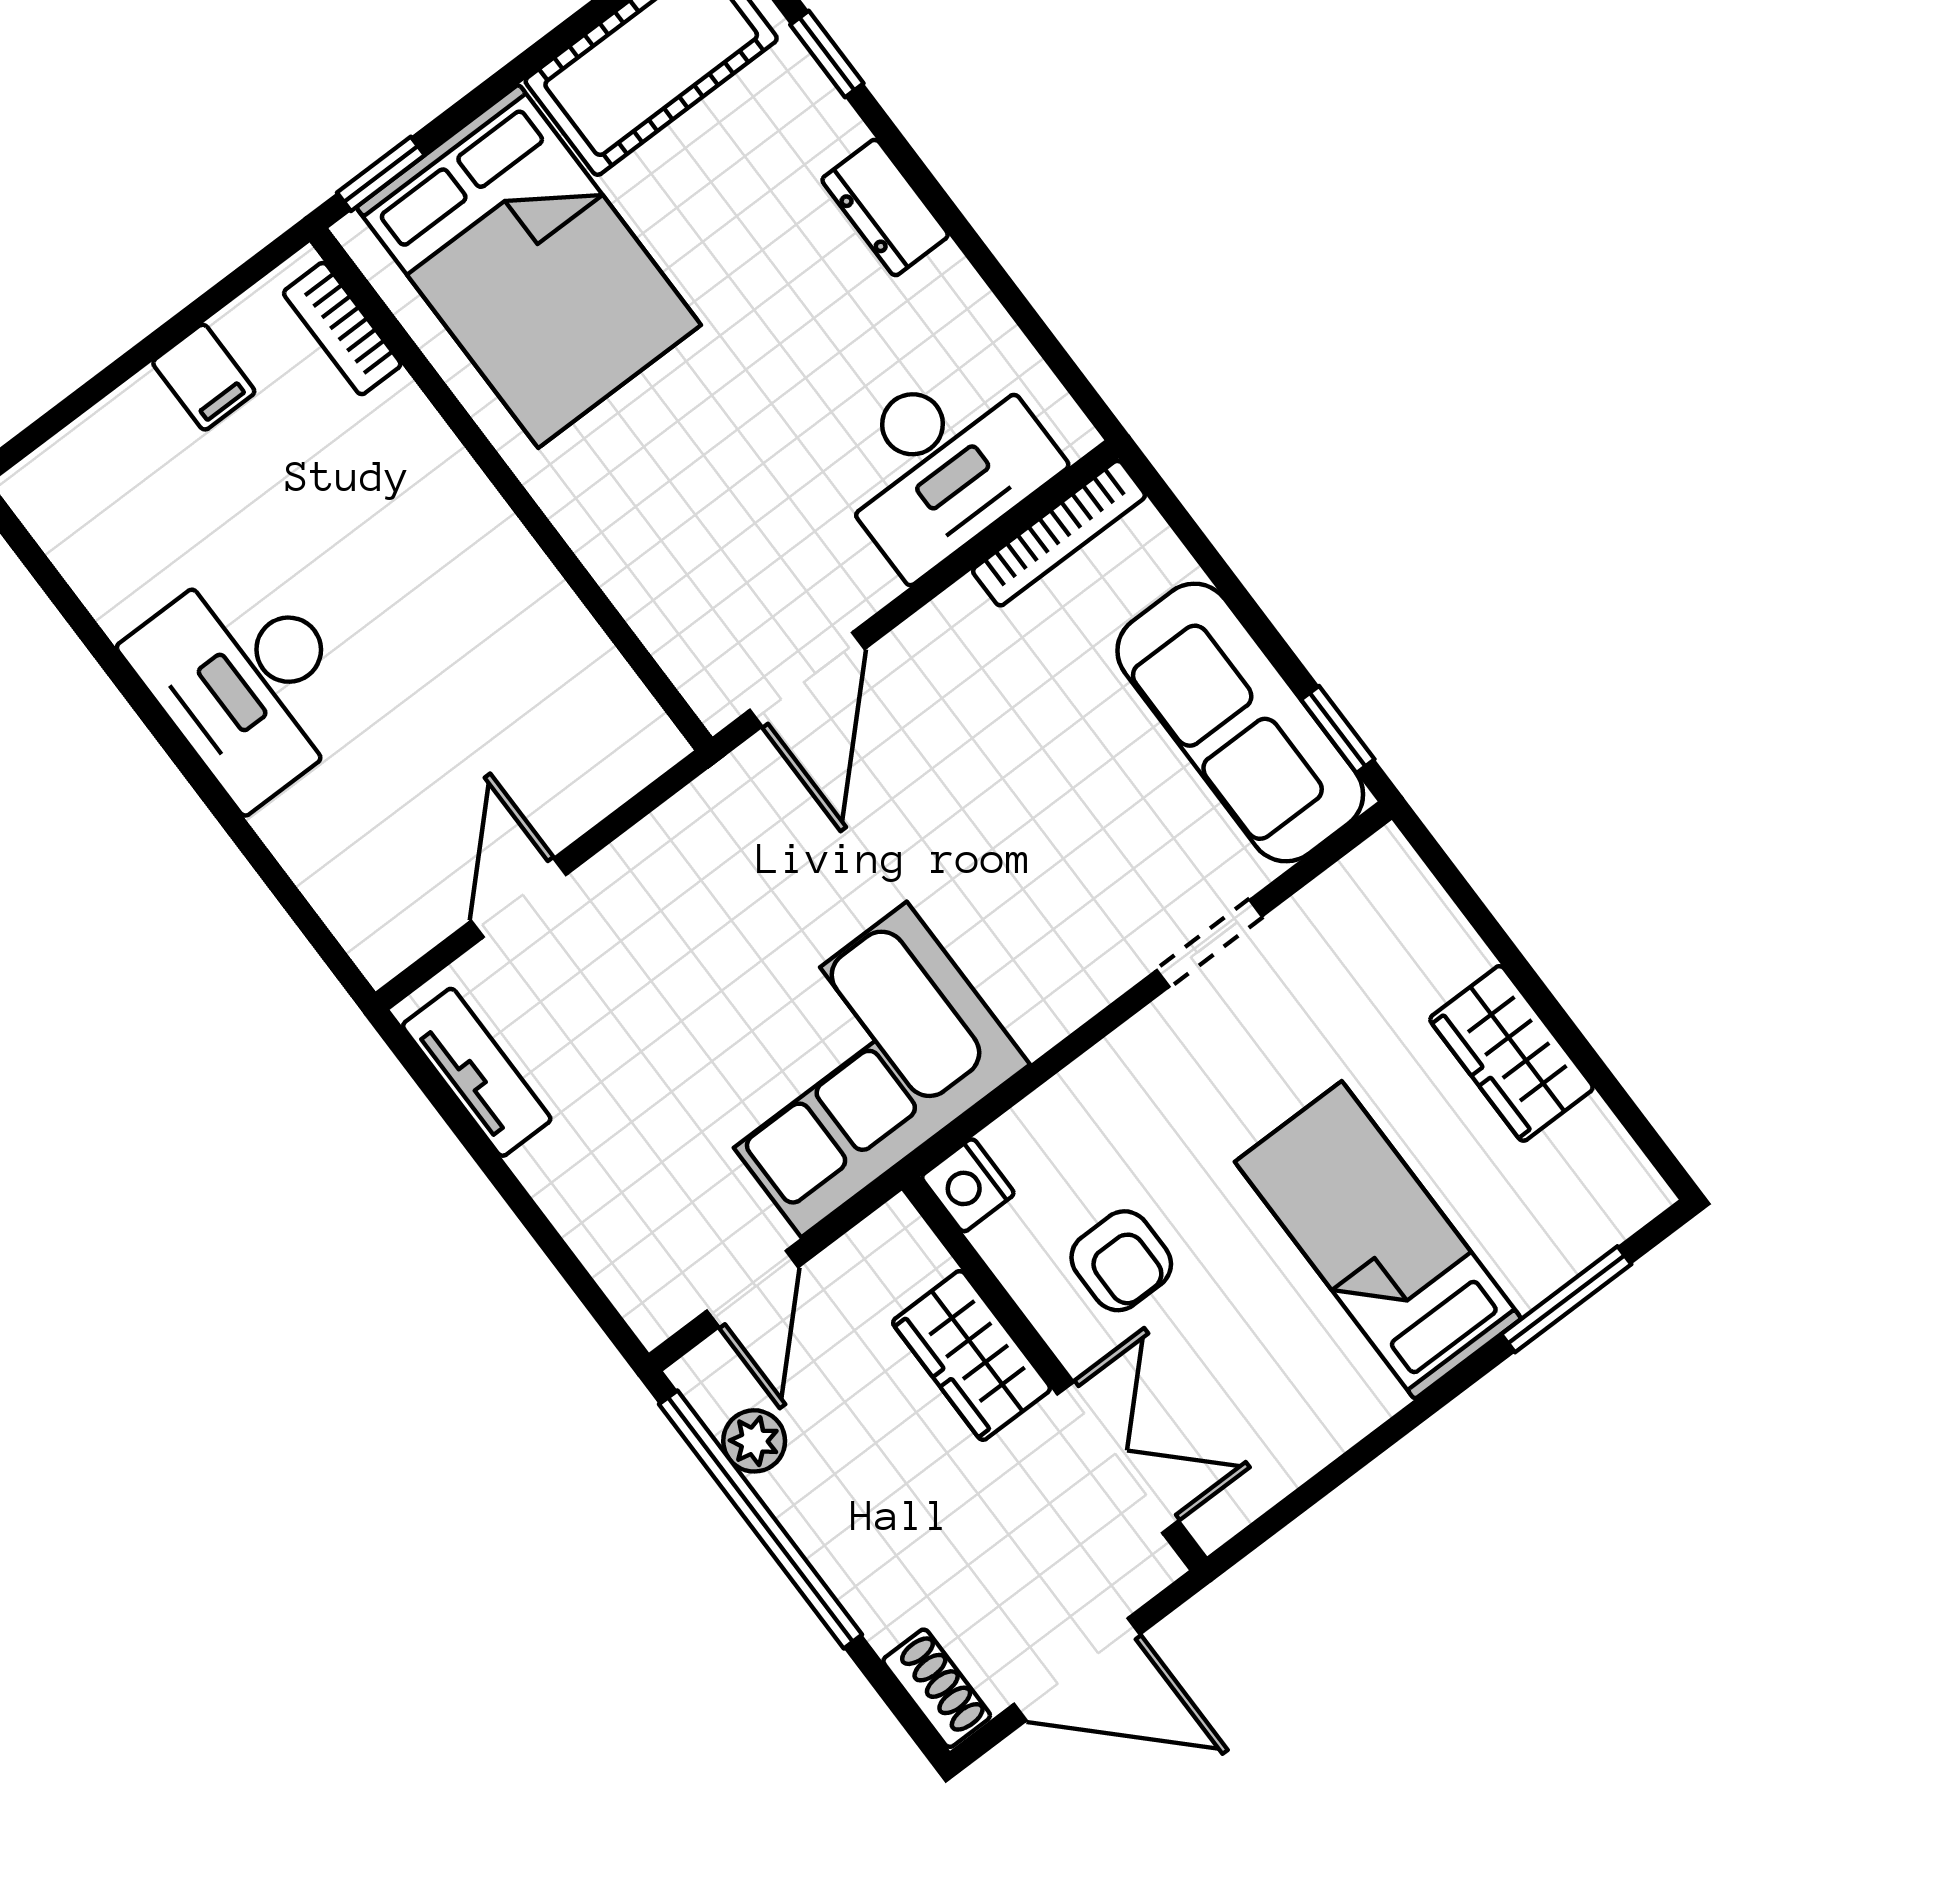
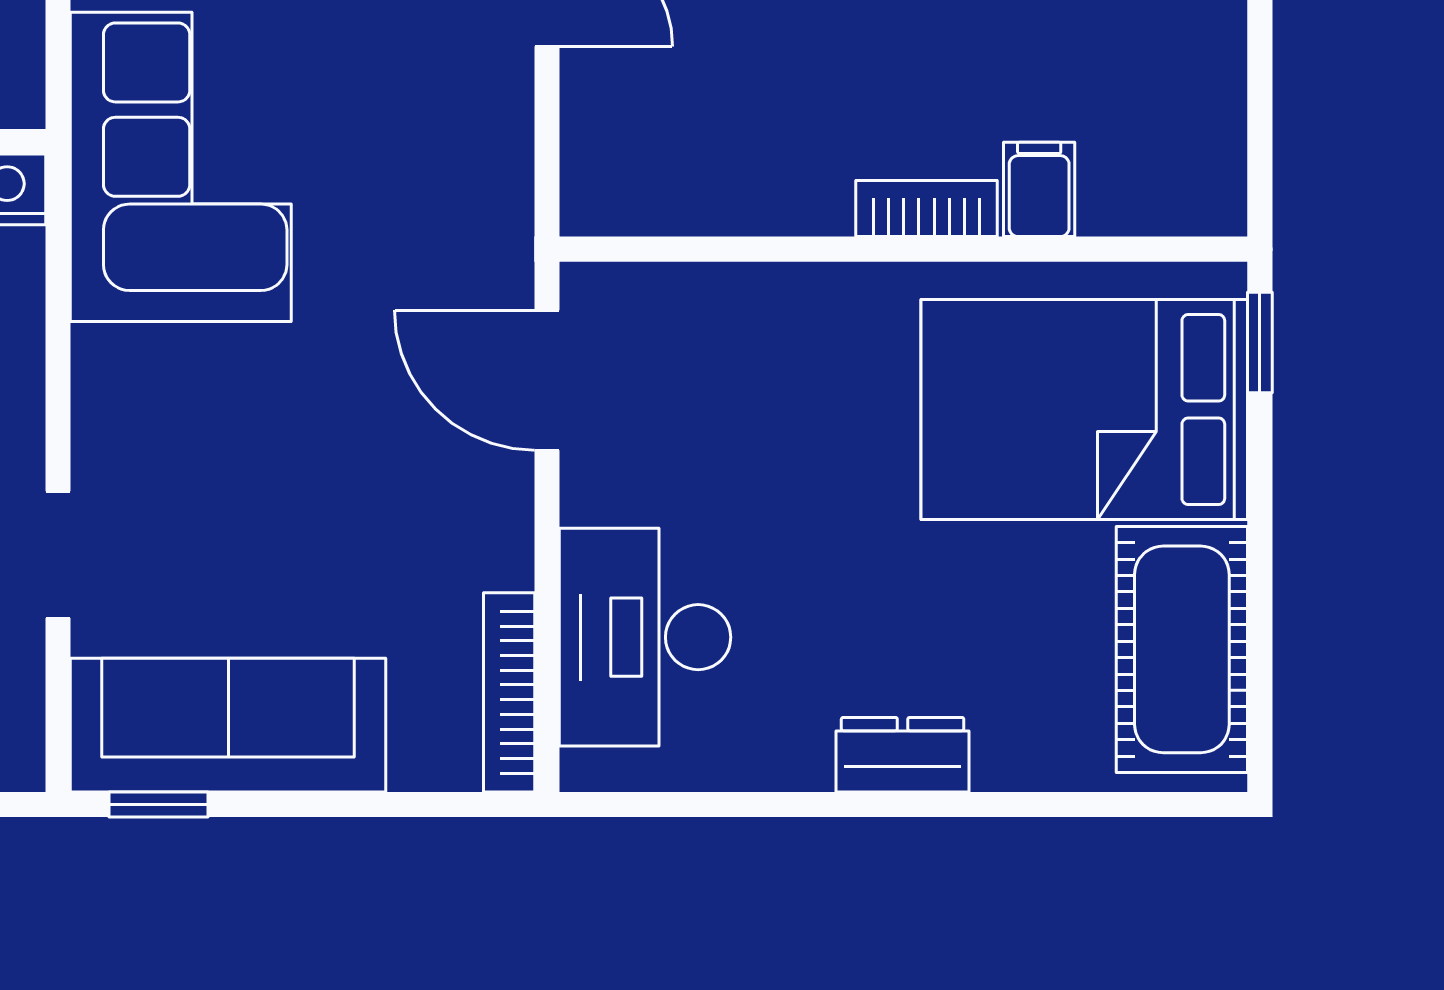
window: (827, 54) -> (1073, 804), removed
bookcase: (342, 329) -> (927, 209), moved
filing cabinet: (204, 377) -> (1039, 189), moved, turned 90

